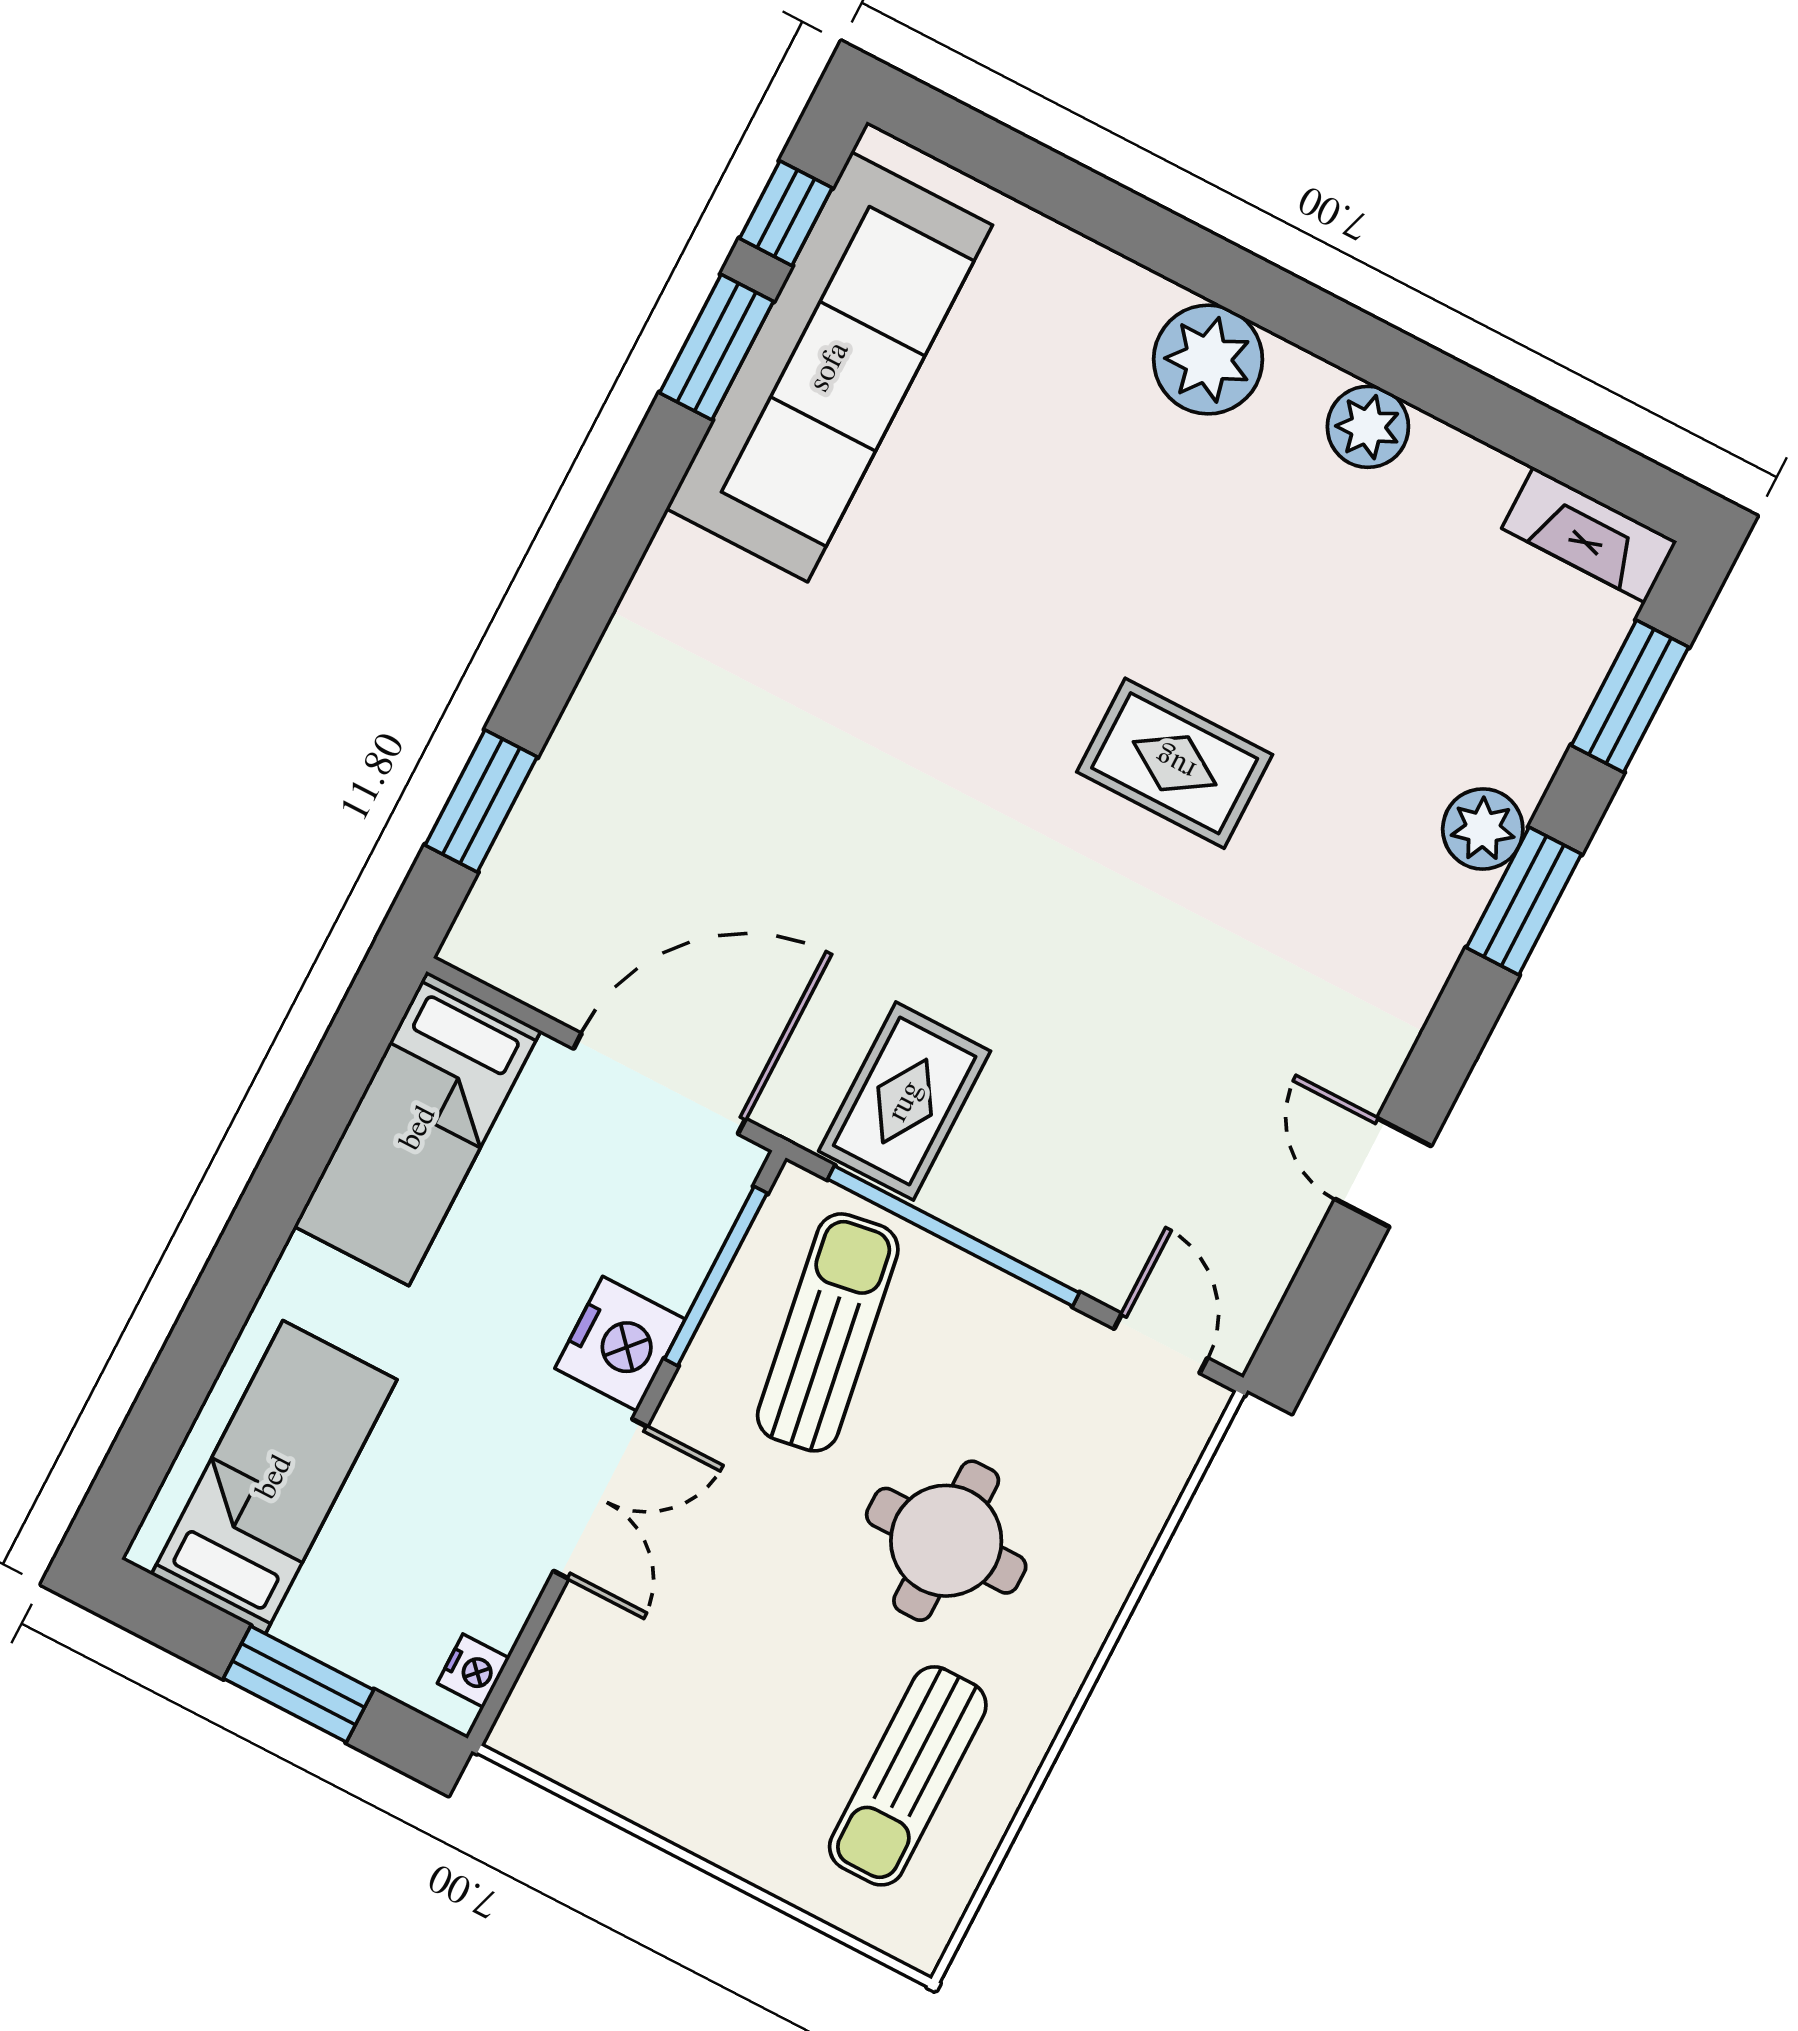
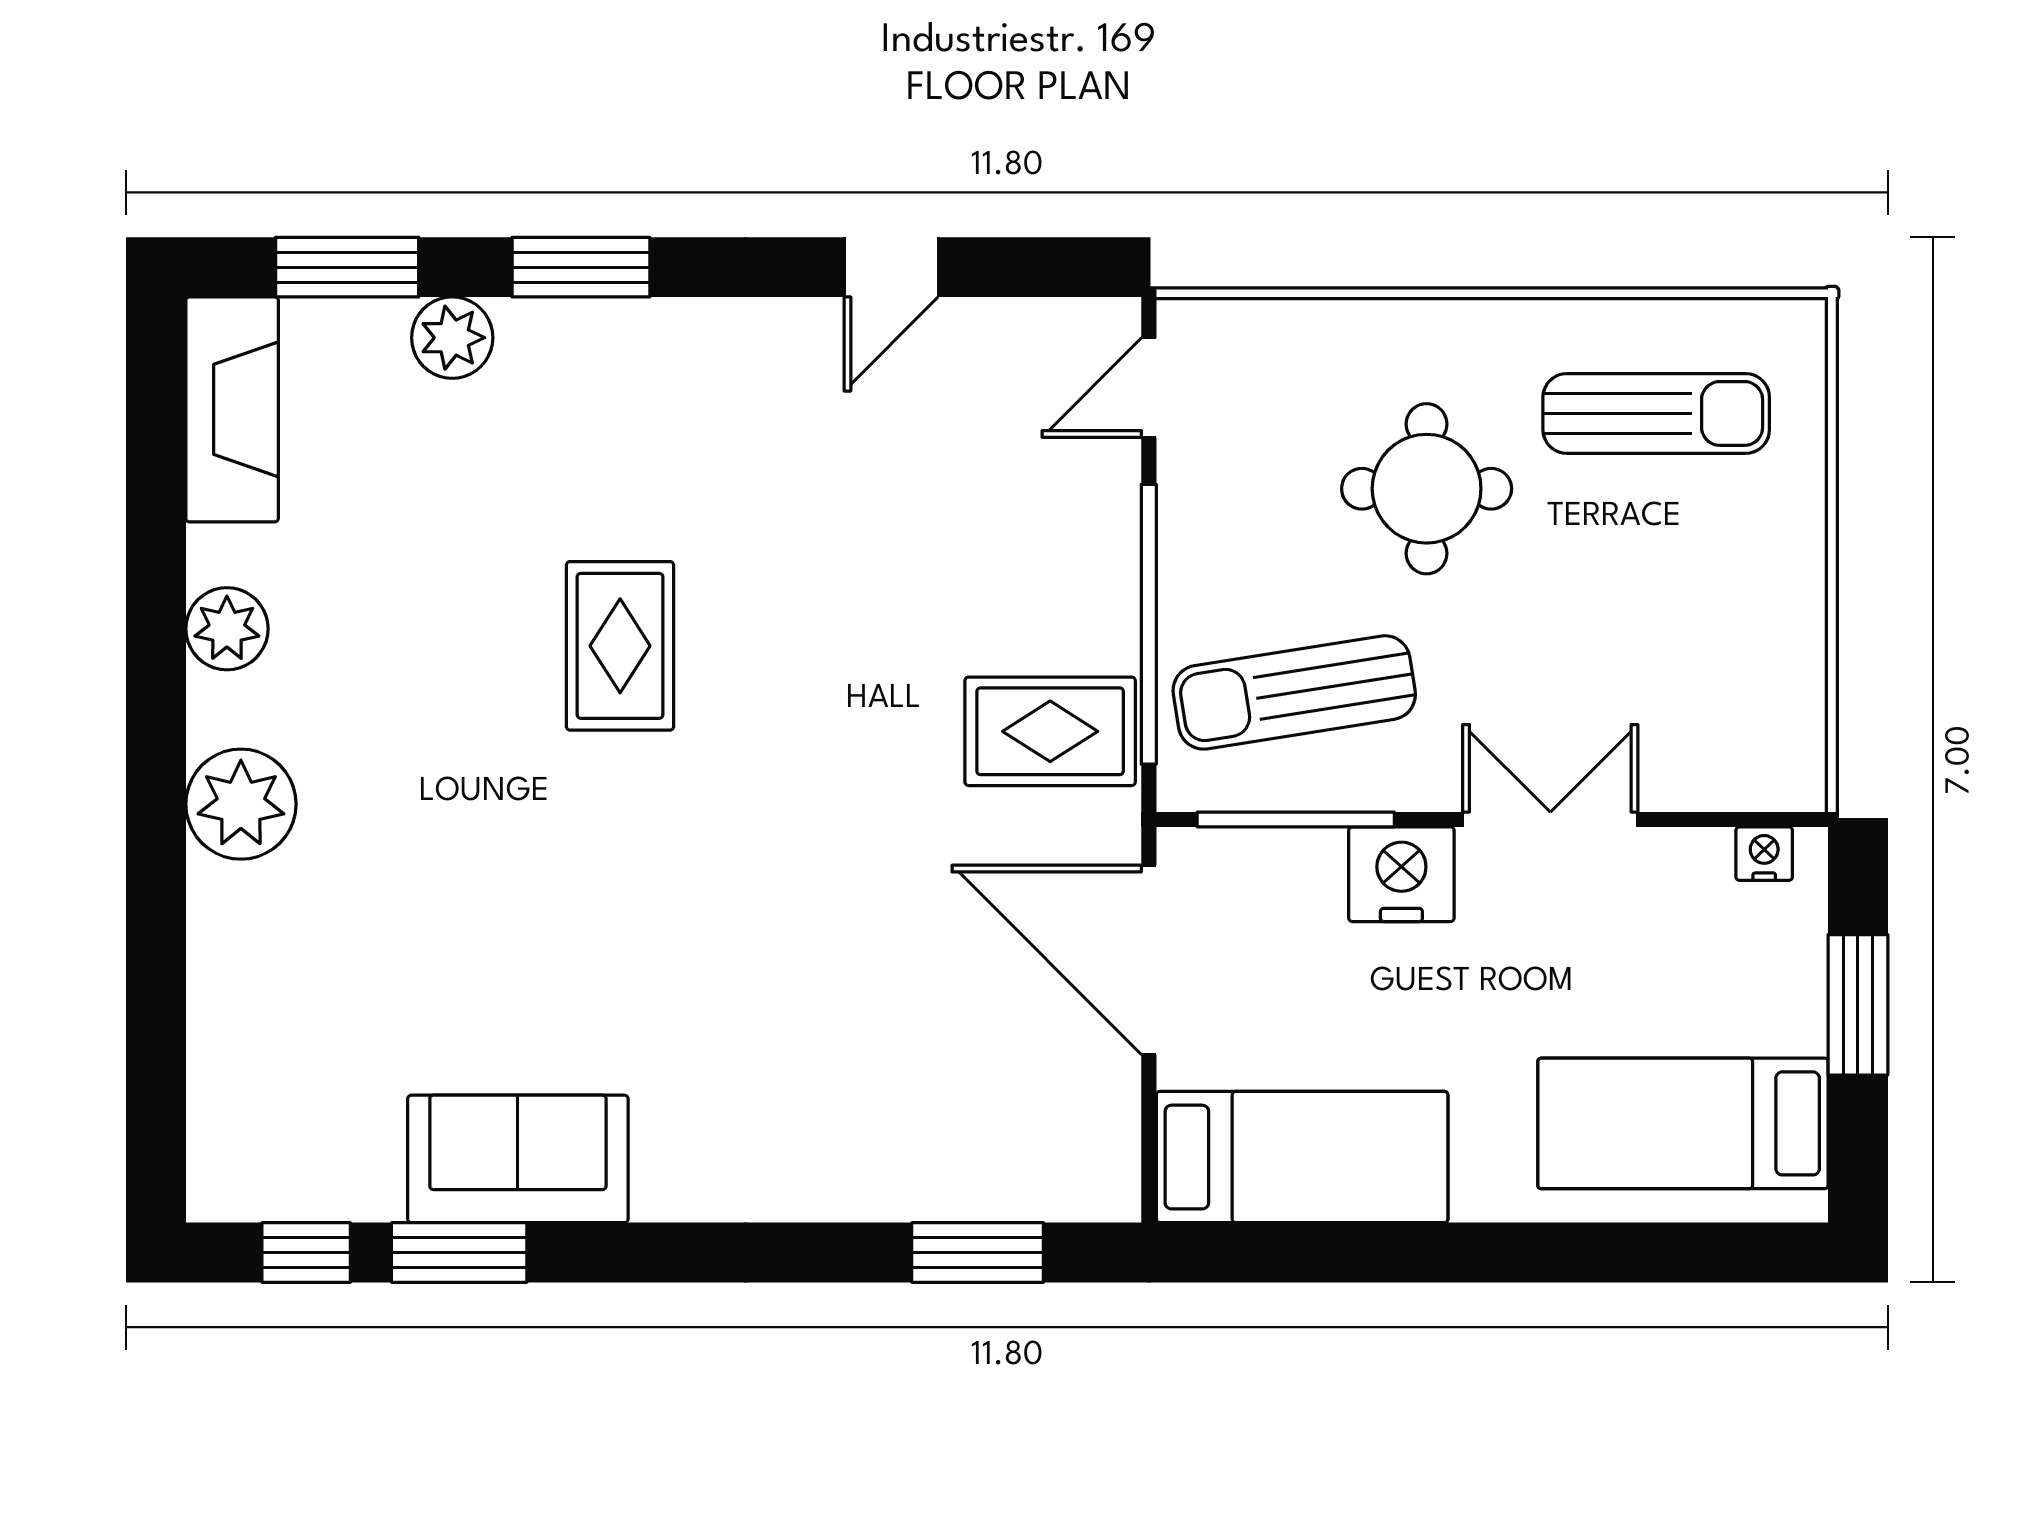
sofa: (829, 367) -> (518, 1159), width x0.54, depth x0.79
fireplace: (1589, 535) -> (232, 409), width x1.37, depth x1.32
plant: (1483, 829) -> (452, 338), moved

